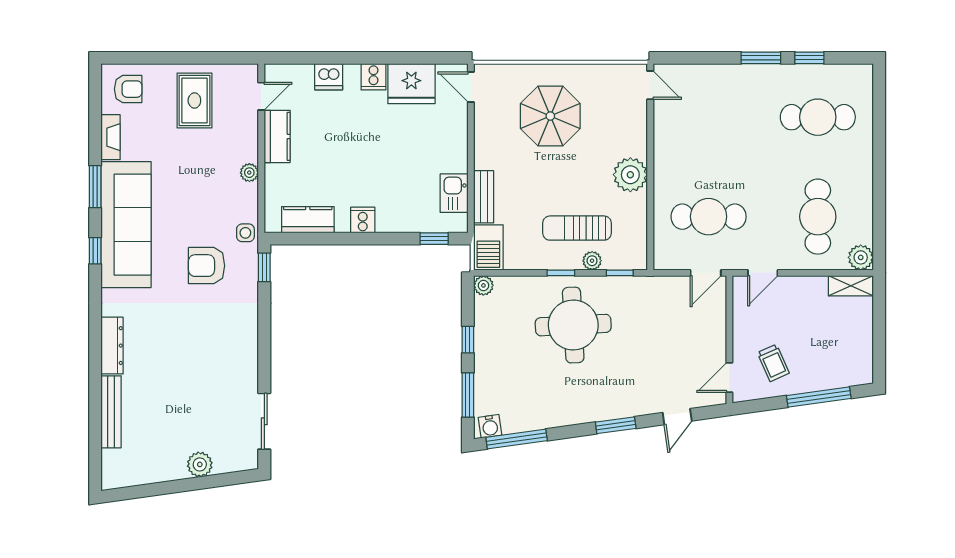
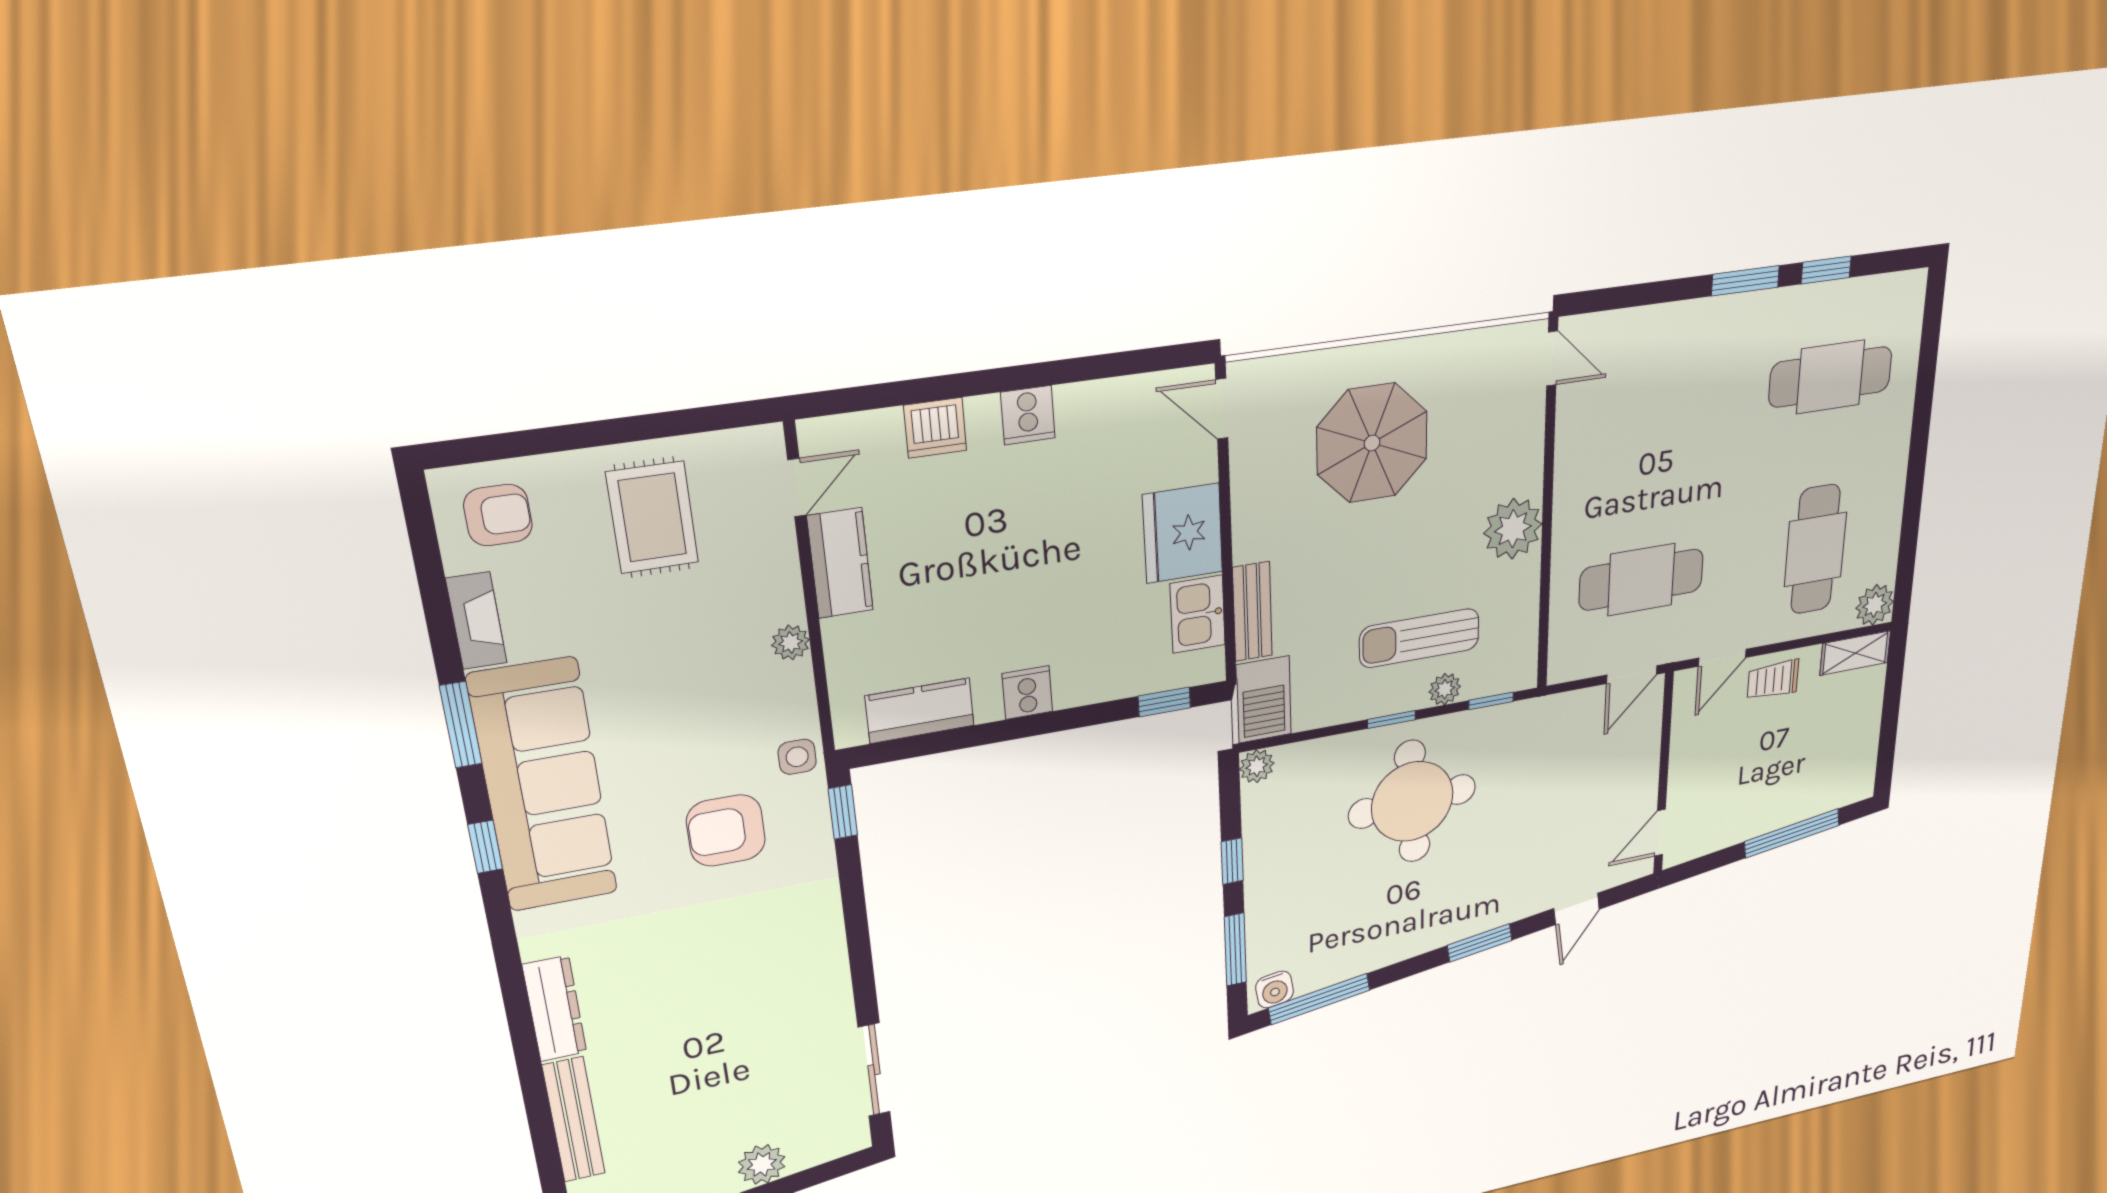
fridge: (411, 84) -> (1183, 533), moved, turned 90
trolley: (773, 363) -> (1773, 680), moved, turned 114

